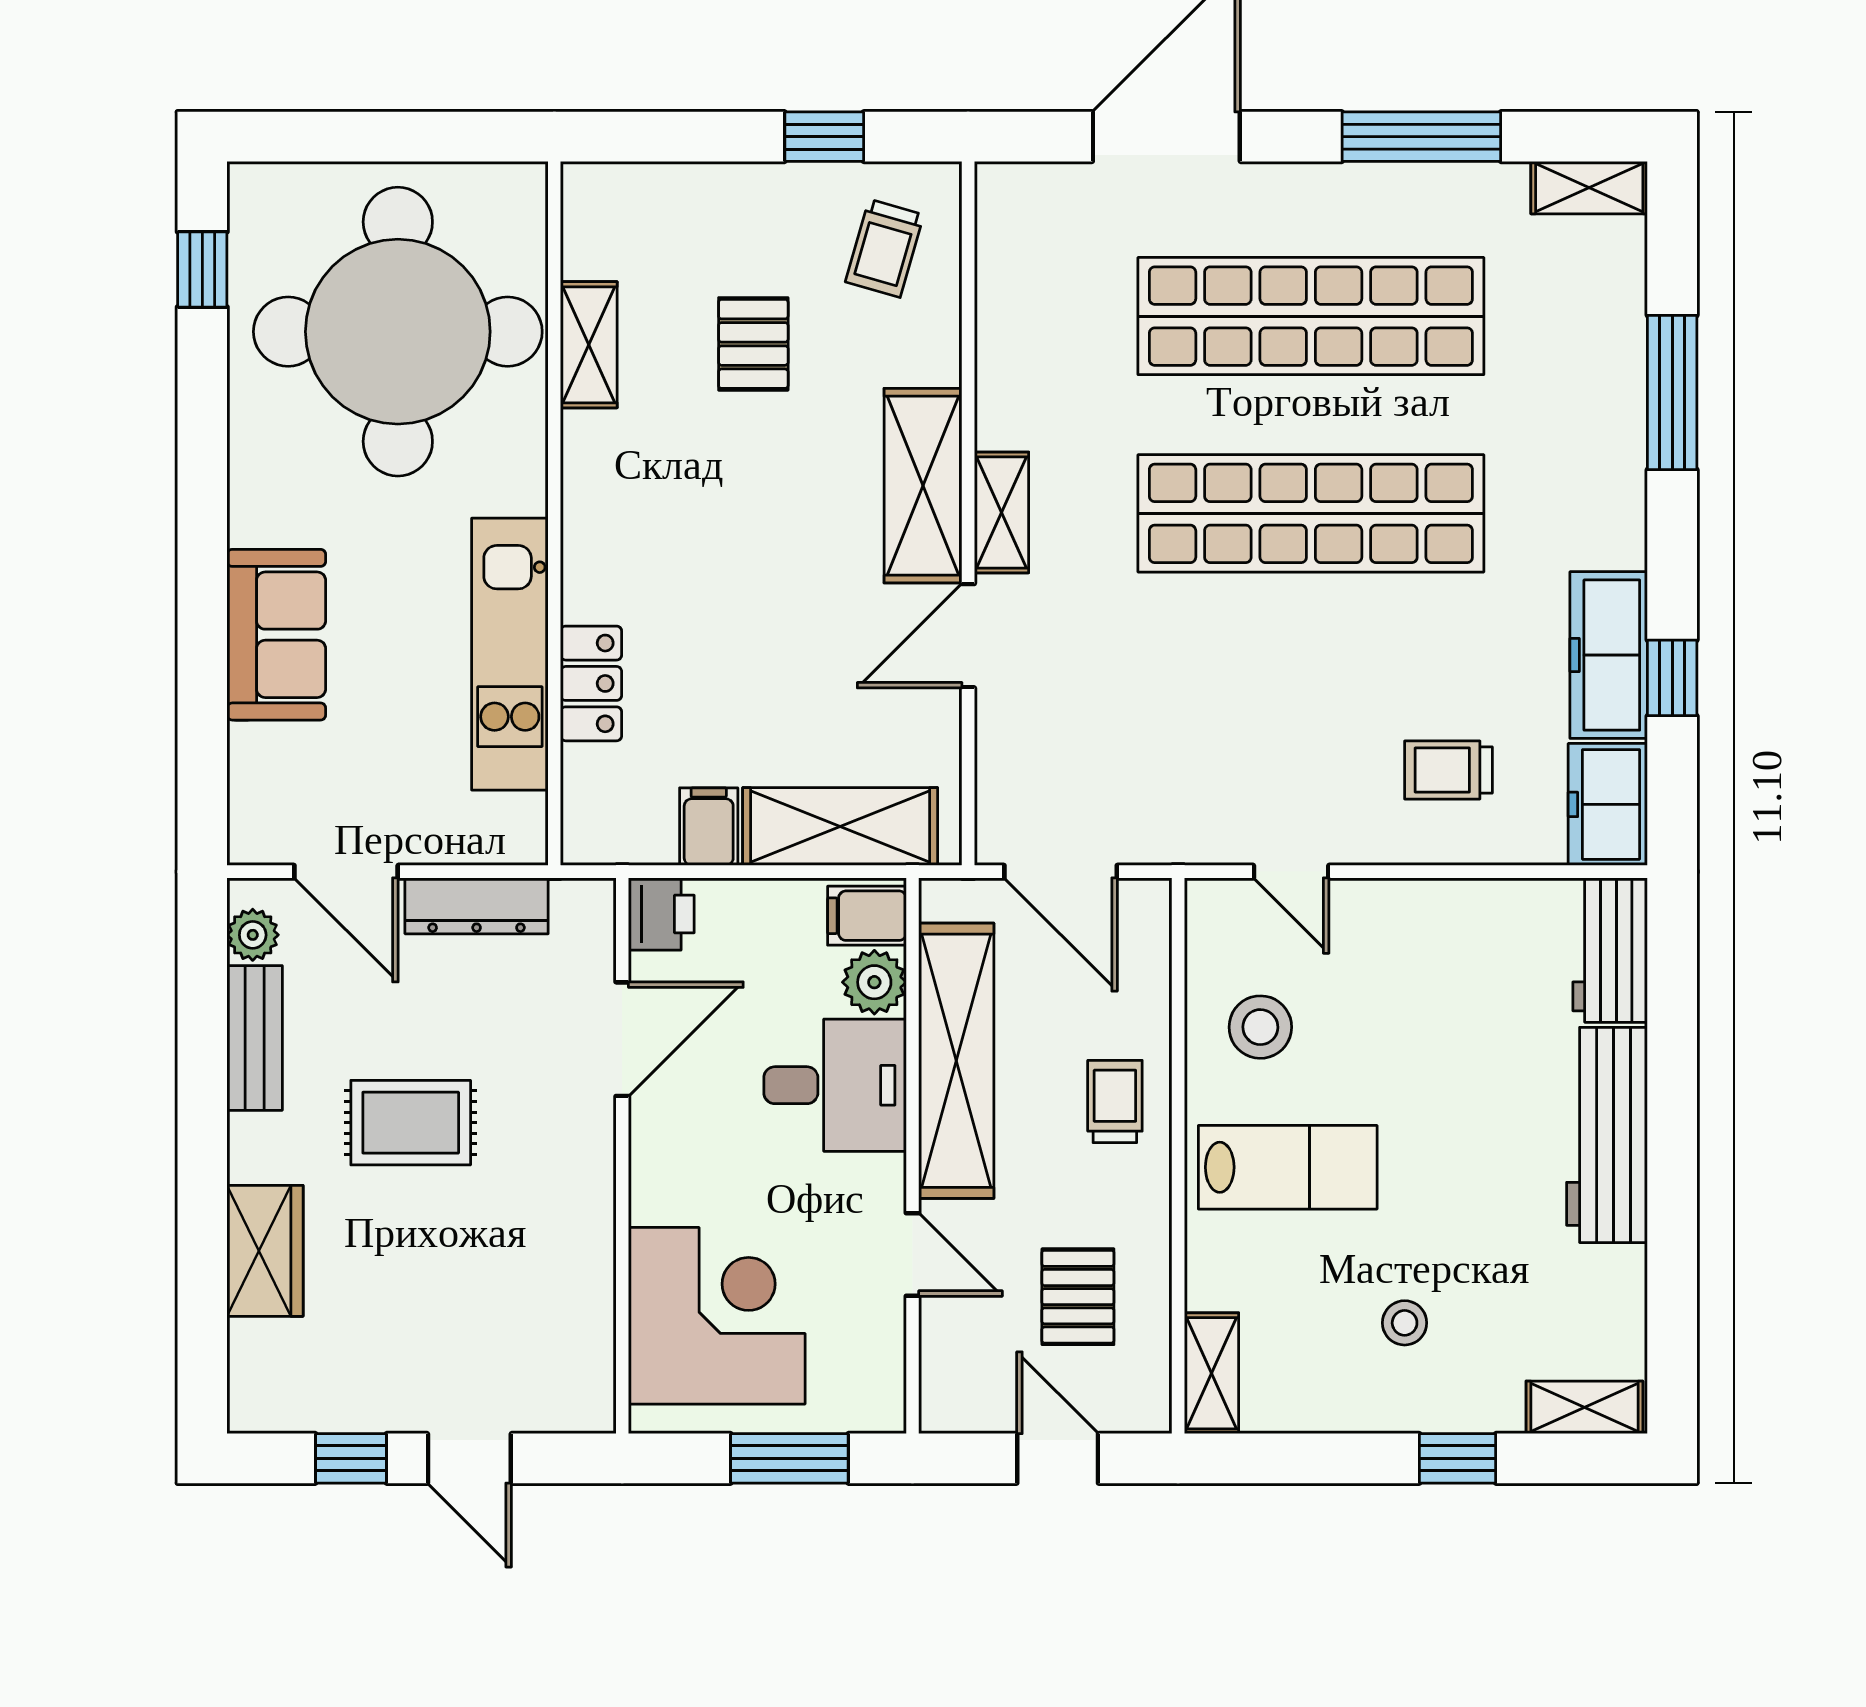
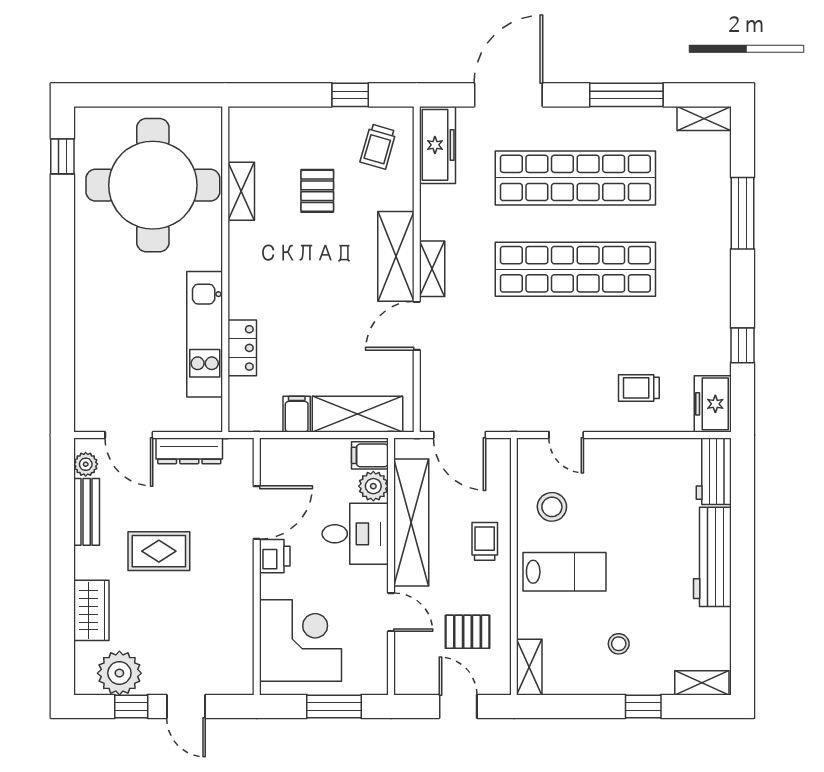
sofa: (276, 635) -> (97, 325), removed
freezer: (1609, 655) -> (437, 145), moved, turned 180
printer: (661, 914) -> (275, 556), moved
pallet: (1078, 1297) -> (468, 632), turned 90
plant: (326, 1386) -> (119, 673), added

